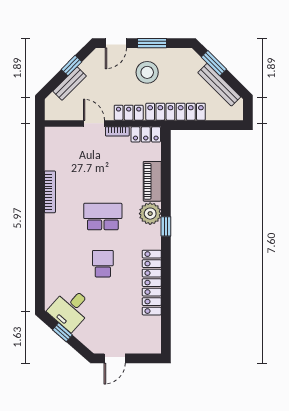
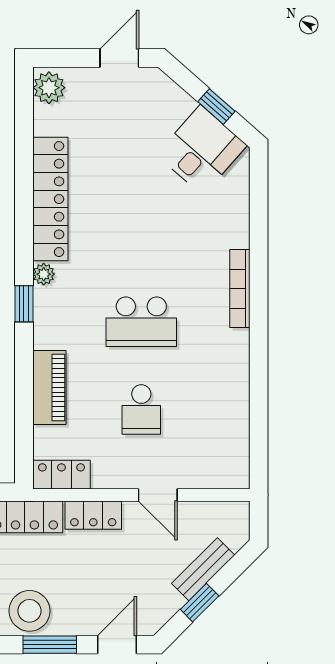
stool: (147, 72) -> (29, 611), moved
bookcase: (117, 131) -> (114, 480), removed
bookcase: (50, 192) -> (240, 289), moved
plant: (150, 214) -> (44, 274), moved, width x0.53, depth x0.53
school desk: (103, 264) -> (141, 409), moved
plant: (152, 342) -> (49, 88), added

